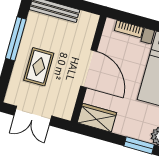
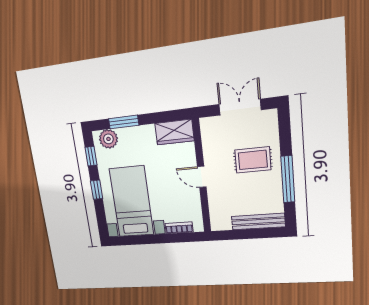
rug: (39, 67) -> (253, 160), turned 90
door: (89, 69) -> (202, 177), width x0.53

